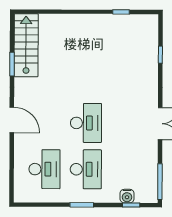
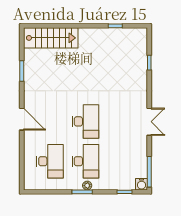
stairs: (26, 45) -> (51, 38), moved, turned 90
water cooler: (127, 196) -> (142, 184), moved
plant: (88, 198) -> (87, 186), added

